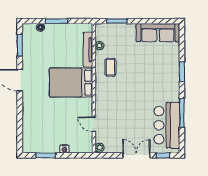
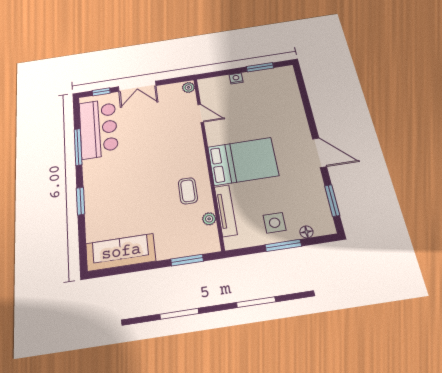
side table: (59, 36) -> (275, 223), added

